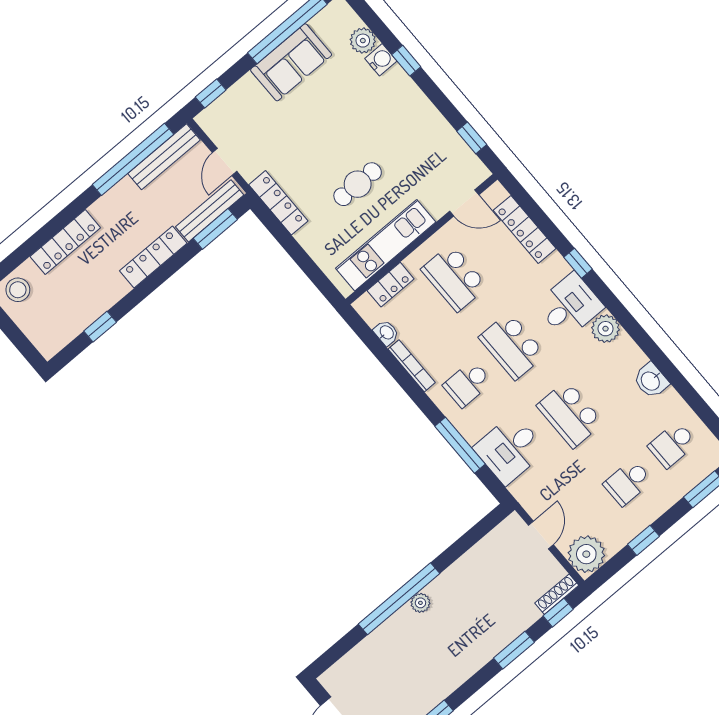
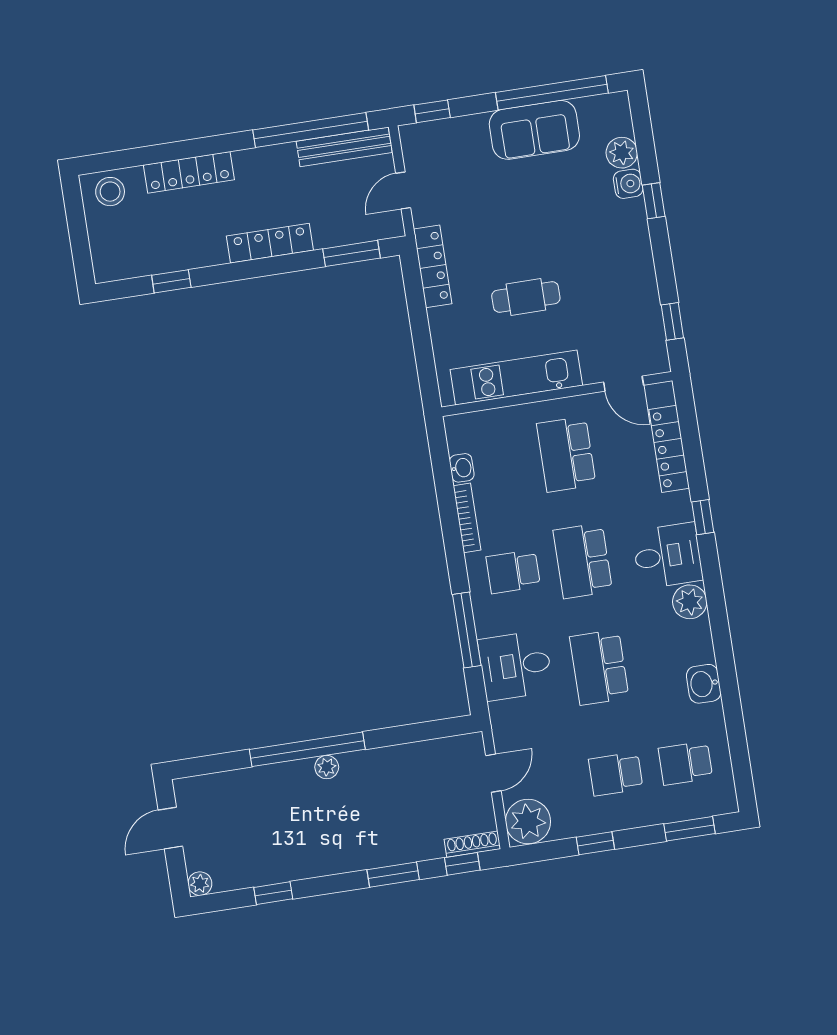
bench: (210, 211) -> (357, 231), removed
locker: (391, 285) -> (496, 421), removed

